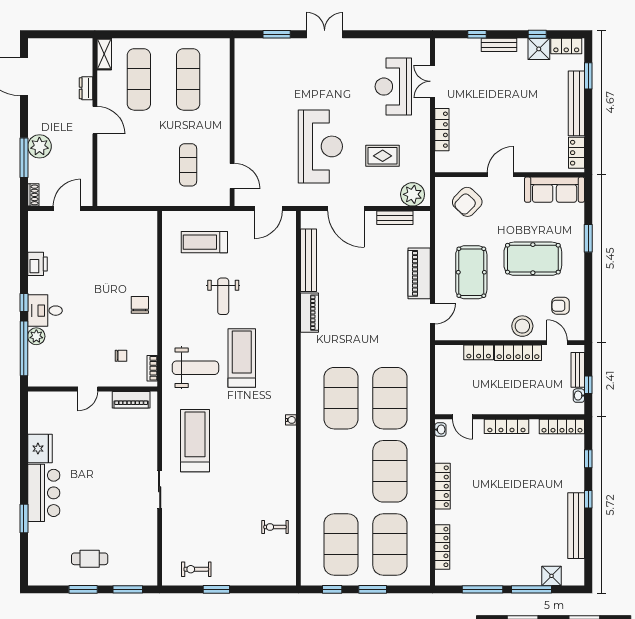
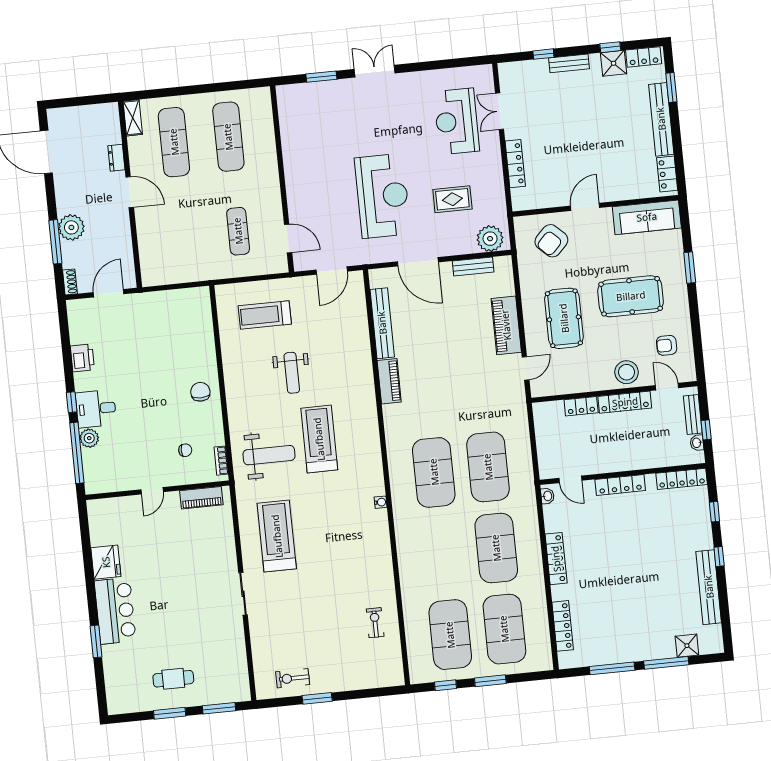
exercise bike: (275, 527) -> (375, 623), turned 90

